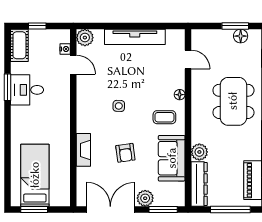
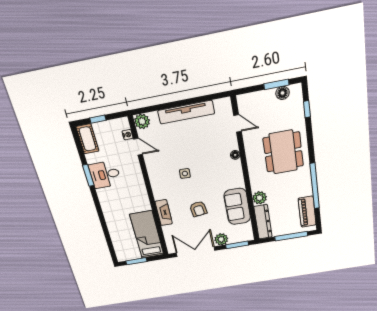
coffee table: (164, 117) -> (225, 176), removed
bed: (35, 175) -> (147, 235), moved

